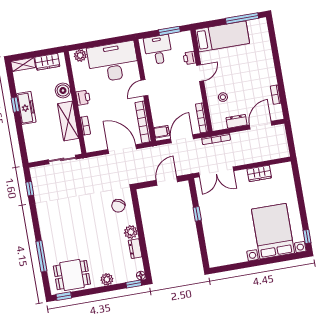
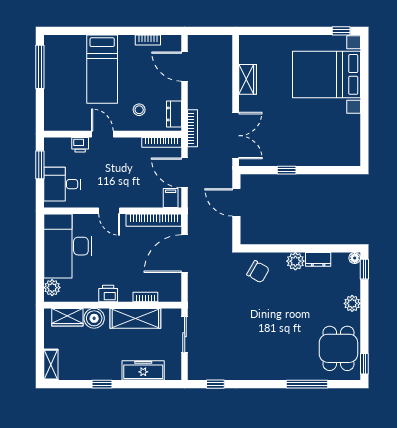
bed: (222, 36) -> (102, 69), moved, turned 180
wardrobe: (47, 62) -> (67, 317), moved, turned 90
freezer: (26, 108) -> (143, 370), moved
dresser: (237, 121) -> (174, 114), moved

